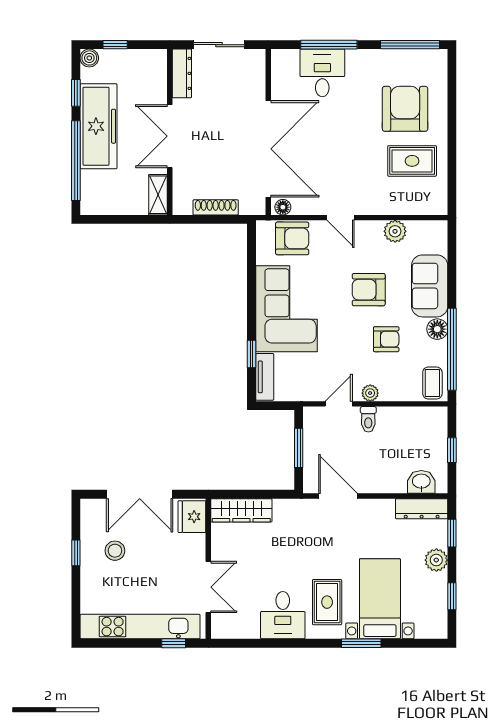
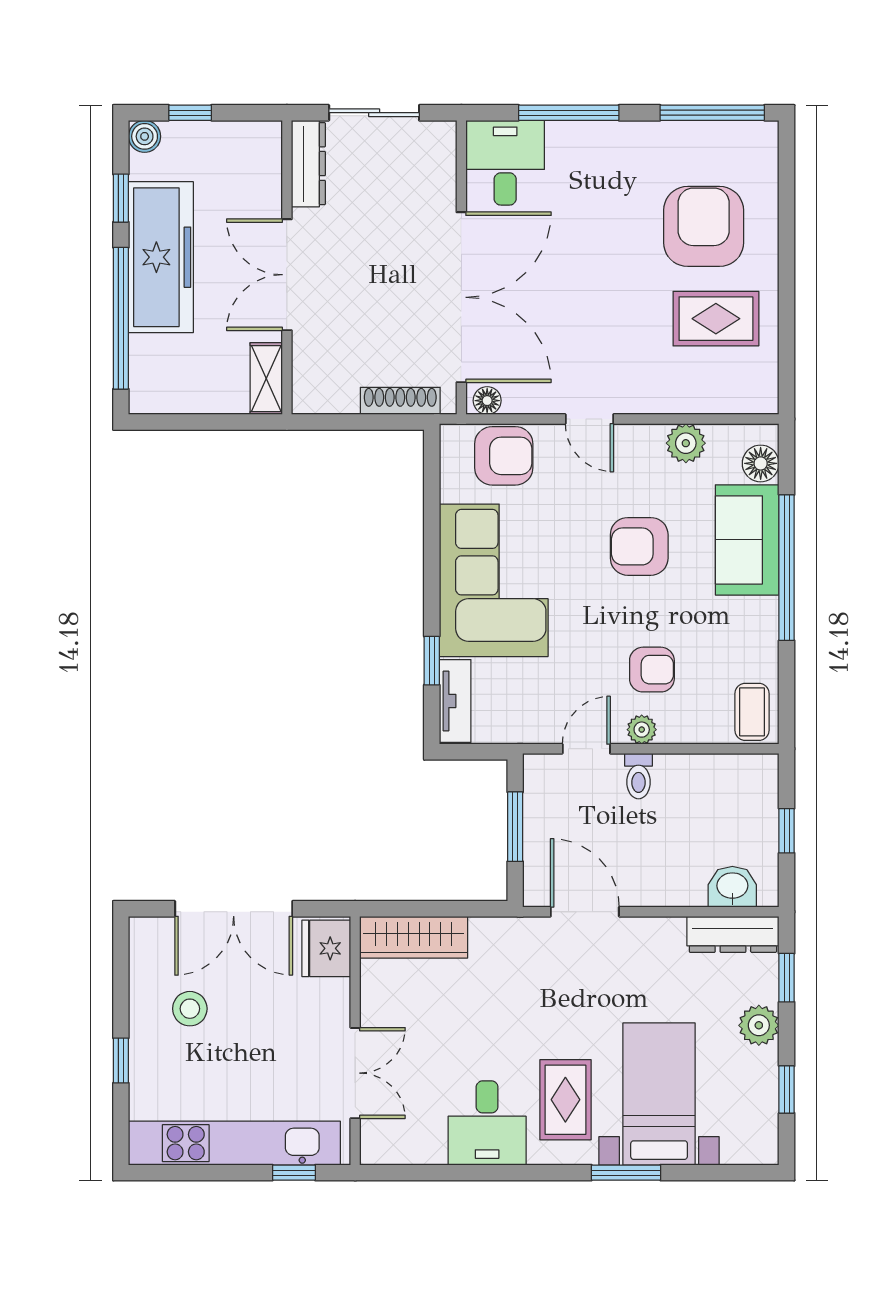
desk: (322, 73) -> (505, 163), moved
shoe rack: (216, 207) -> (400, 401), moved
floor lamp: (437, 329) -> (761, 463), moved
armchair: (386, 339) -> (652, 670), moved
window: (452, 349) -> (787, 568), moved
window: (76, 553) -> (121, 1061), moved

